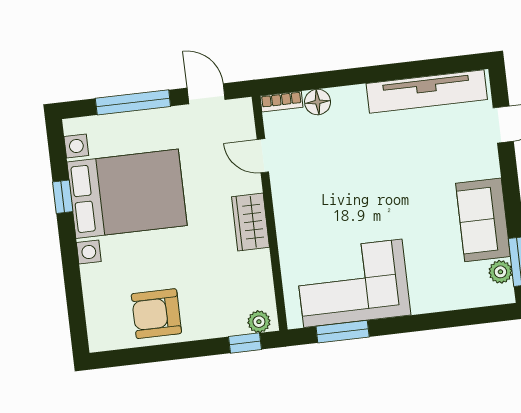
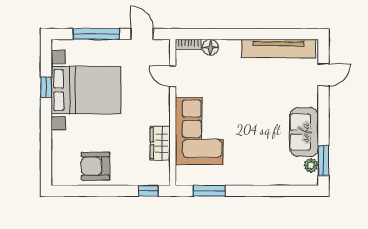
wardrobe: (250, 222) -> (160, 143), moved
corner sofa: (353, 283) -> (199, 131), moved, turned 90
plant: (259, 322) -> (158, 179), removed

